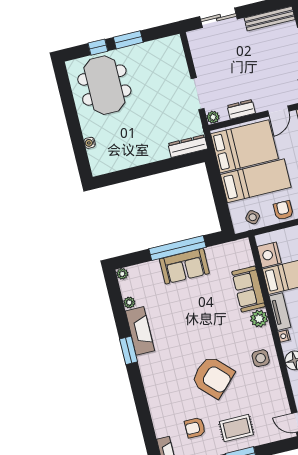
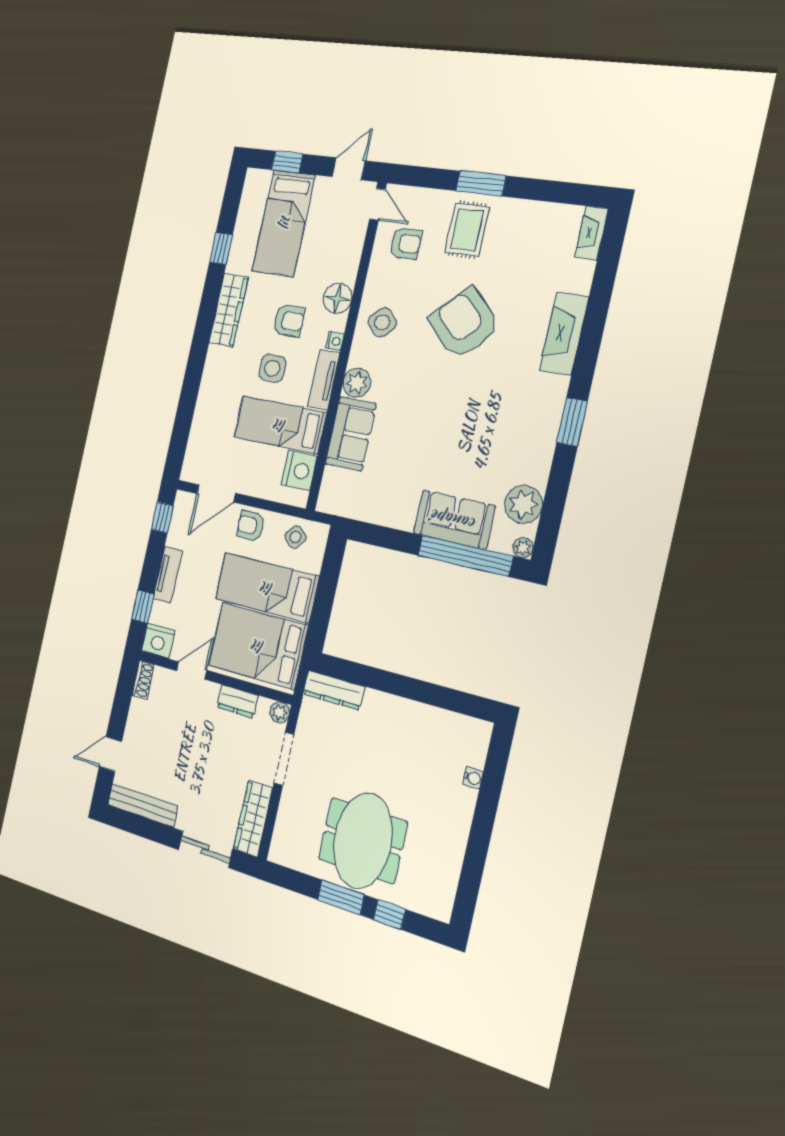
wardrobe: (199, 51) -> (253, 818), added
meeting table: (104, 85) -> (363, 841), moved
armchair: (283, 210) -> (251, 526), turned 90
window: (178, 248) -> (465, 556), moved
sofa: (184, 266) -> (454, 520), moved
plant: (129, 303) -> (523, 504), width x1.88, depth x1.88
fireplace: (140, 331) -> (564, 334), moved
side table: (261, 358) -> (382, 322), turned 45
armchair: (195, 428) -> (406, 243), moved
rug: (236, 428) -> (467, 230), turned 90

